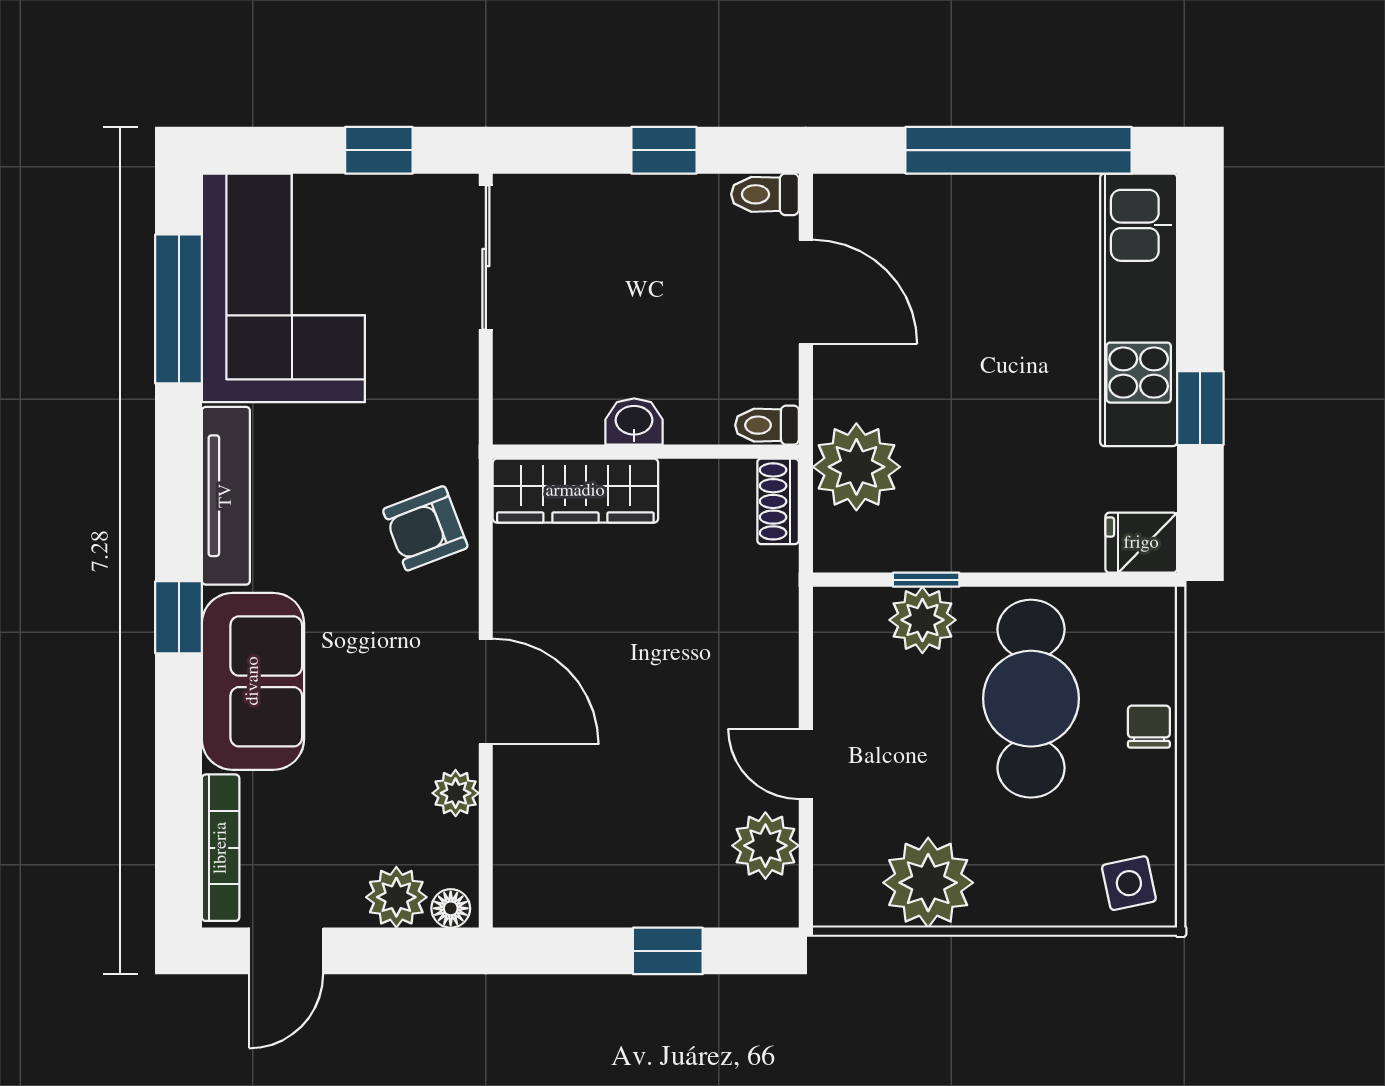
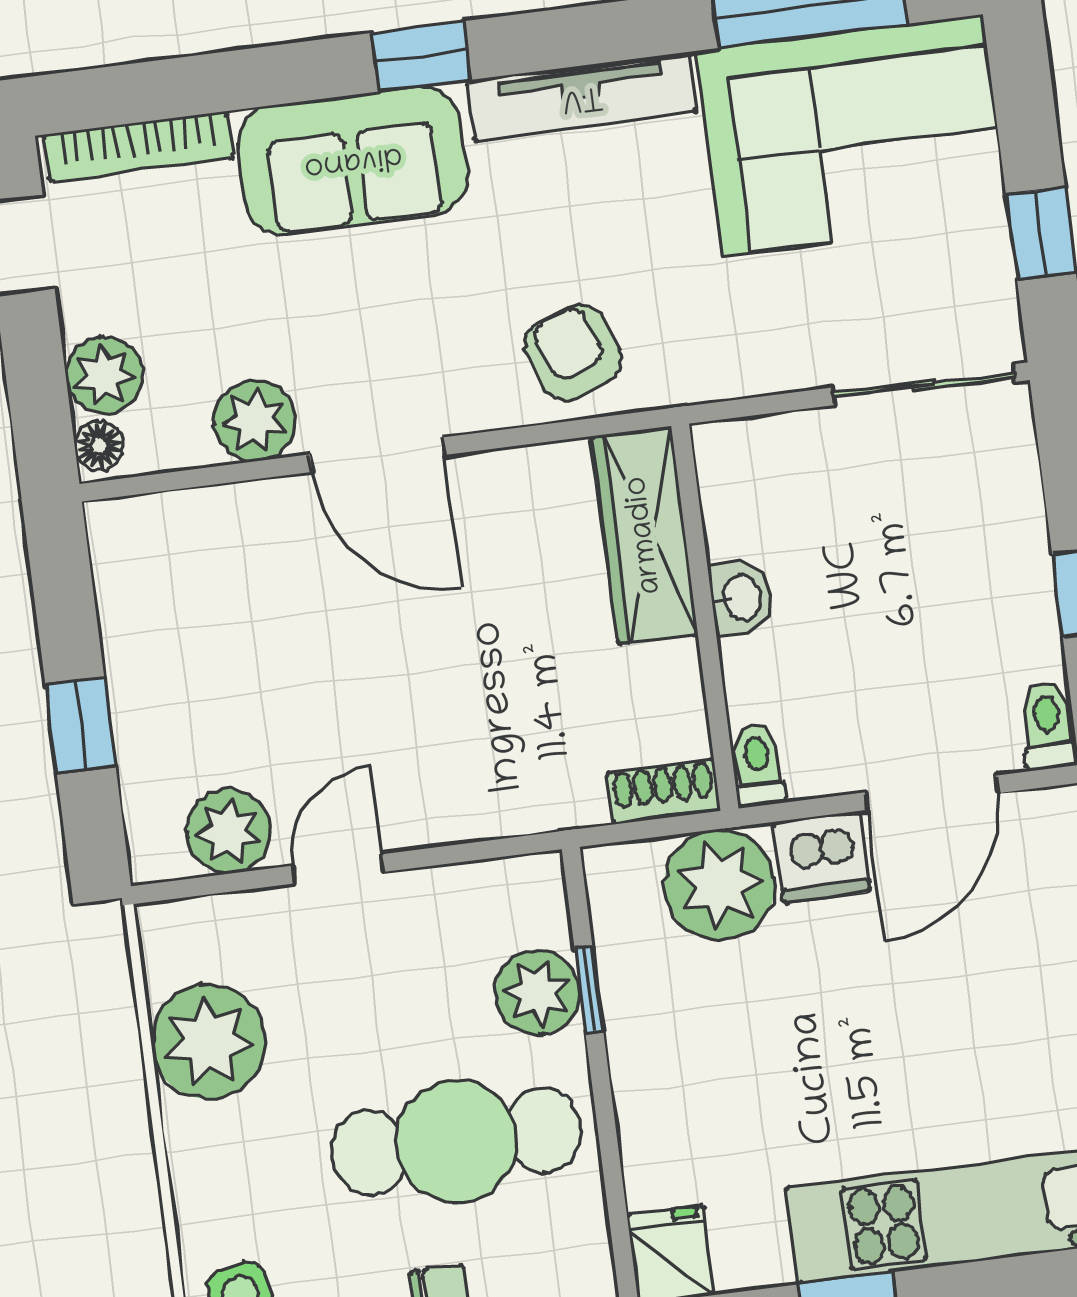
dishwasher: (845, 384) -> (822, 857), added
door: (486, 691) -> (377, 455), hinge flipped
plant: (456, 793) -> (254, 421), width x1.38, depth x1.38

